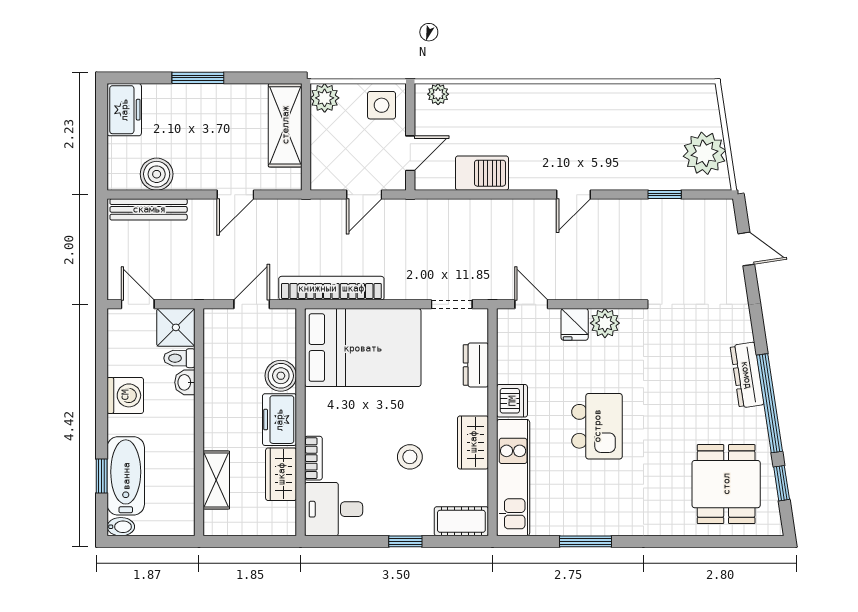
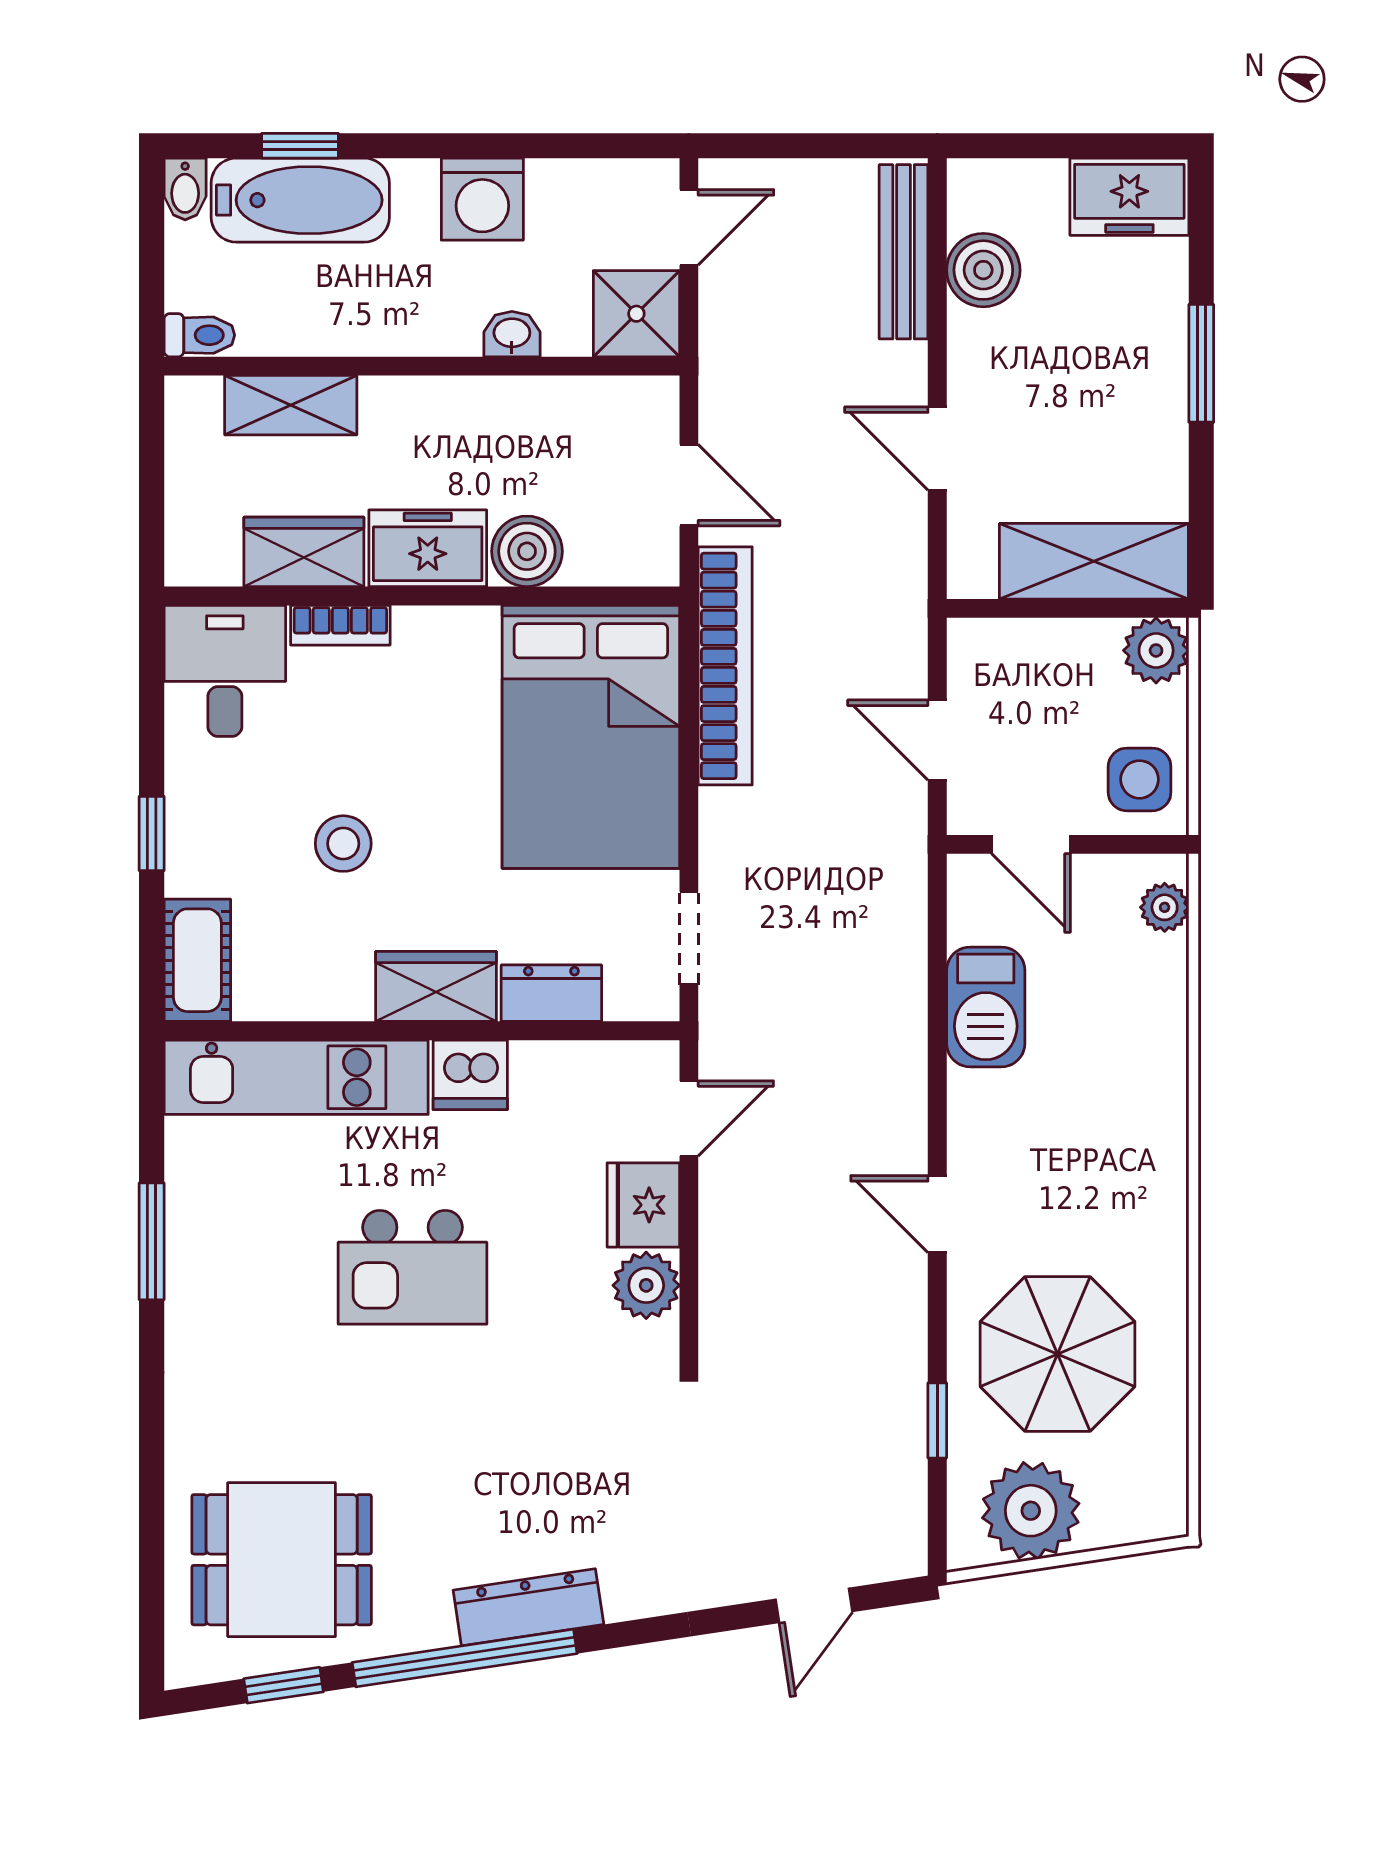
parasol: (635, 141) -> (1058, 1354), added
fridge: (575, 324) -> (643, 1205), width x1.38
toilet: (179, 358) -> (199, 335), moved, turned 90
wardrobe: (473, 442) -> (436, 986), moved

